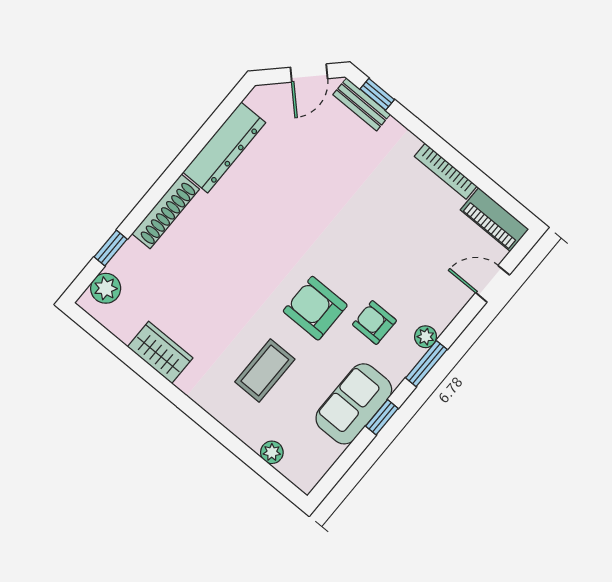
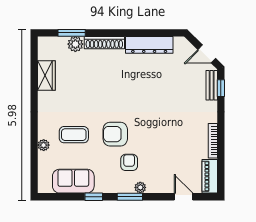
window: (111, 248) -> (72, 33), width x1.50
plant: (106, 288) -> (75, 44), moved
armchair: (315, 308) -> (115, 134), turned -90
wardrobe: (160, 352) -> (46, 76), moved
sofa: (354, 404) -> (73, 181), moved
plant: (272, 452) -> (44, 145), moved

